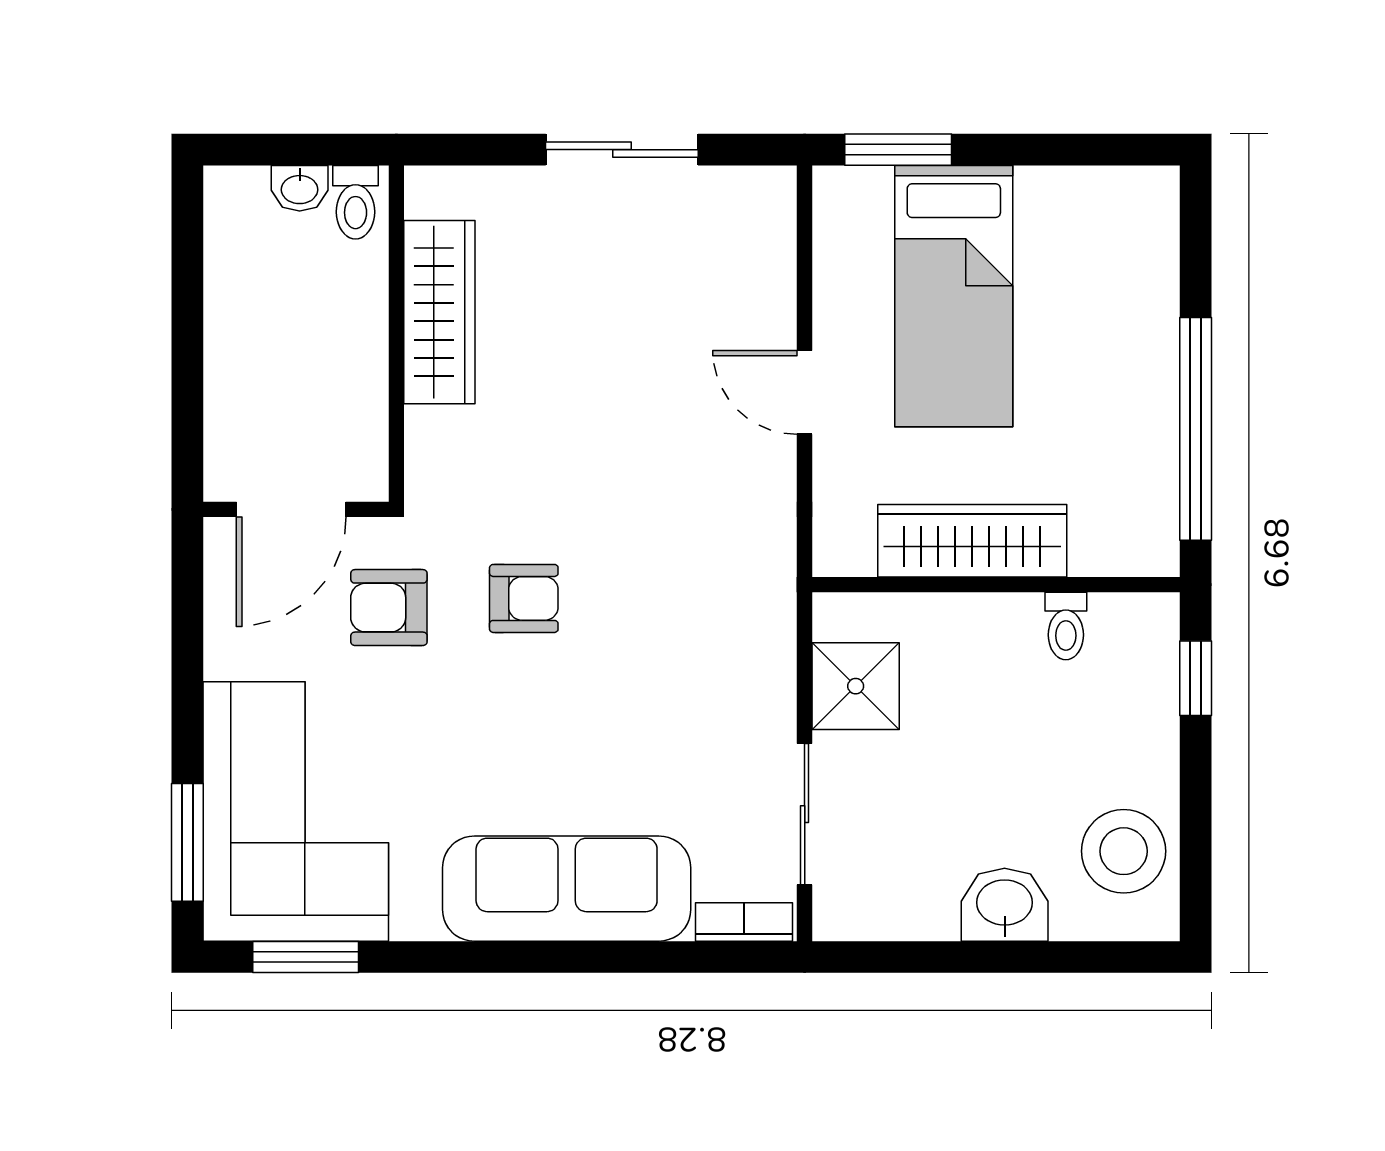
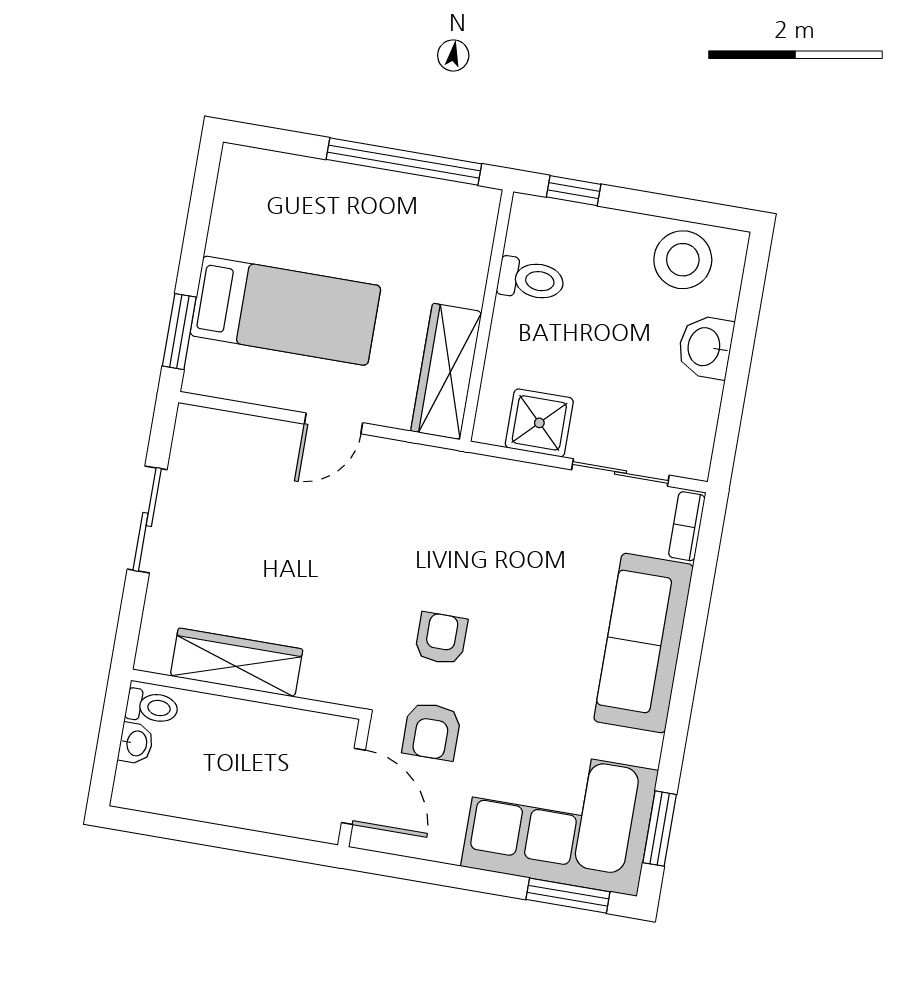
wardrobe: (972, 541) -> (446, 371), moved
toilet: (1066, 626) -> (531, 280), width x1.37, depth x1.39

